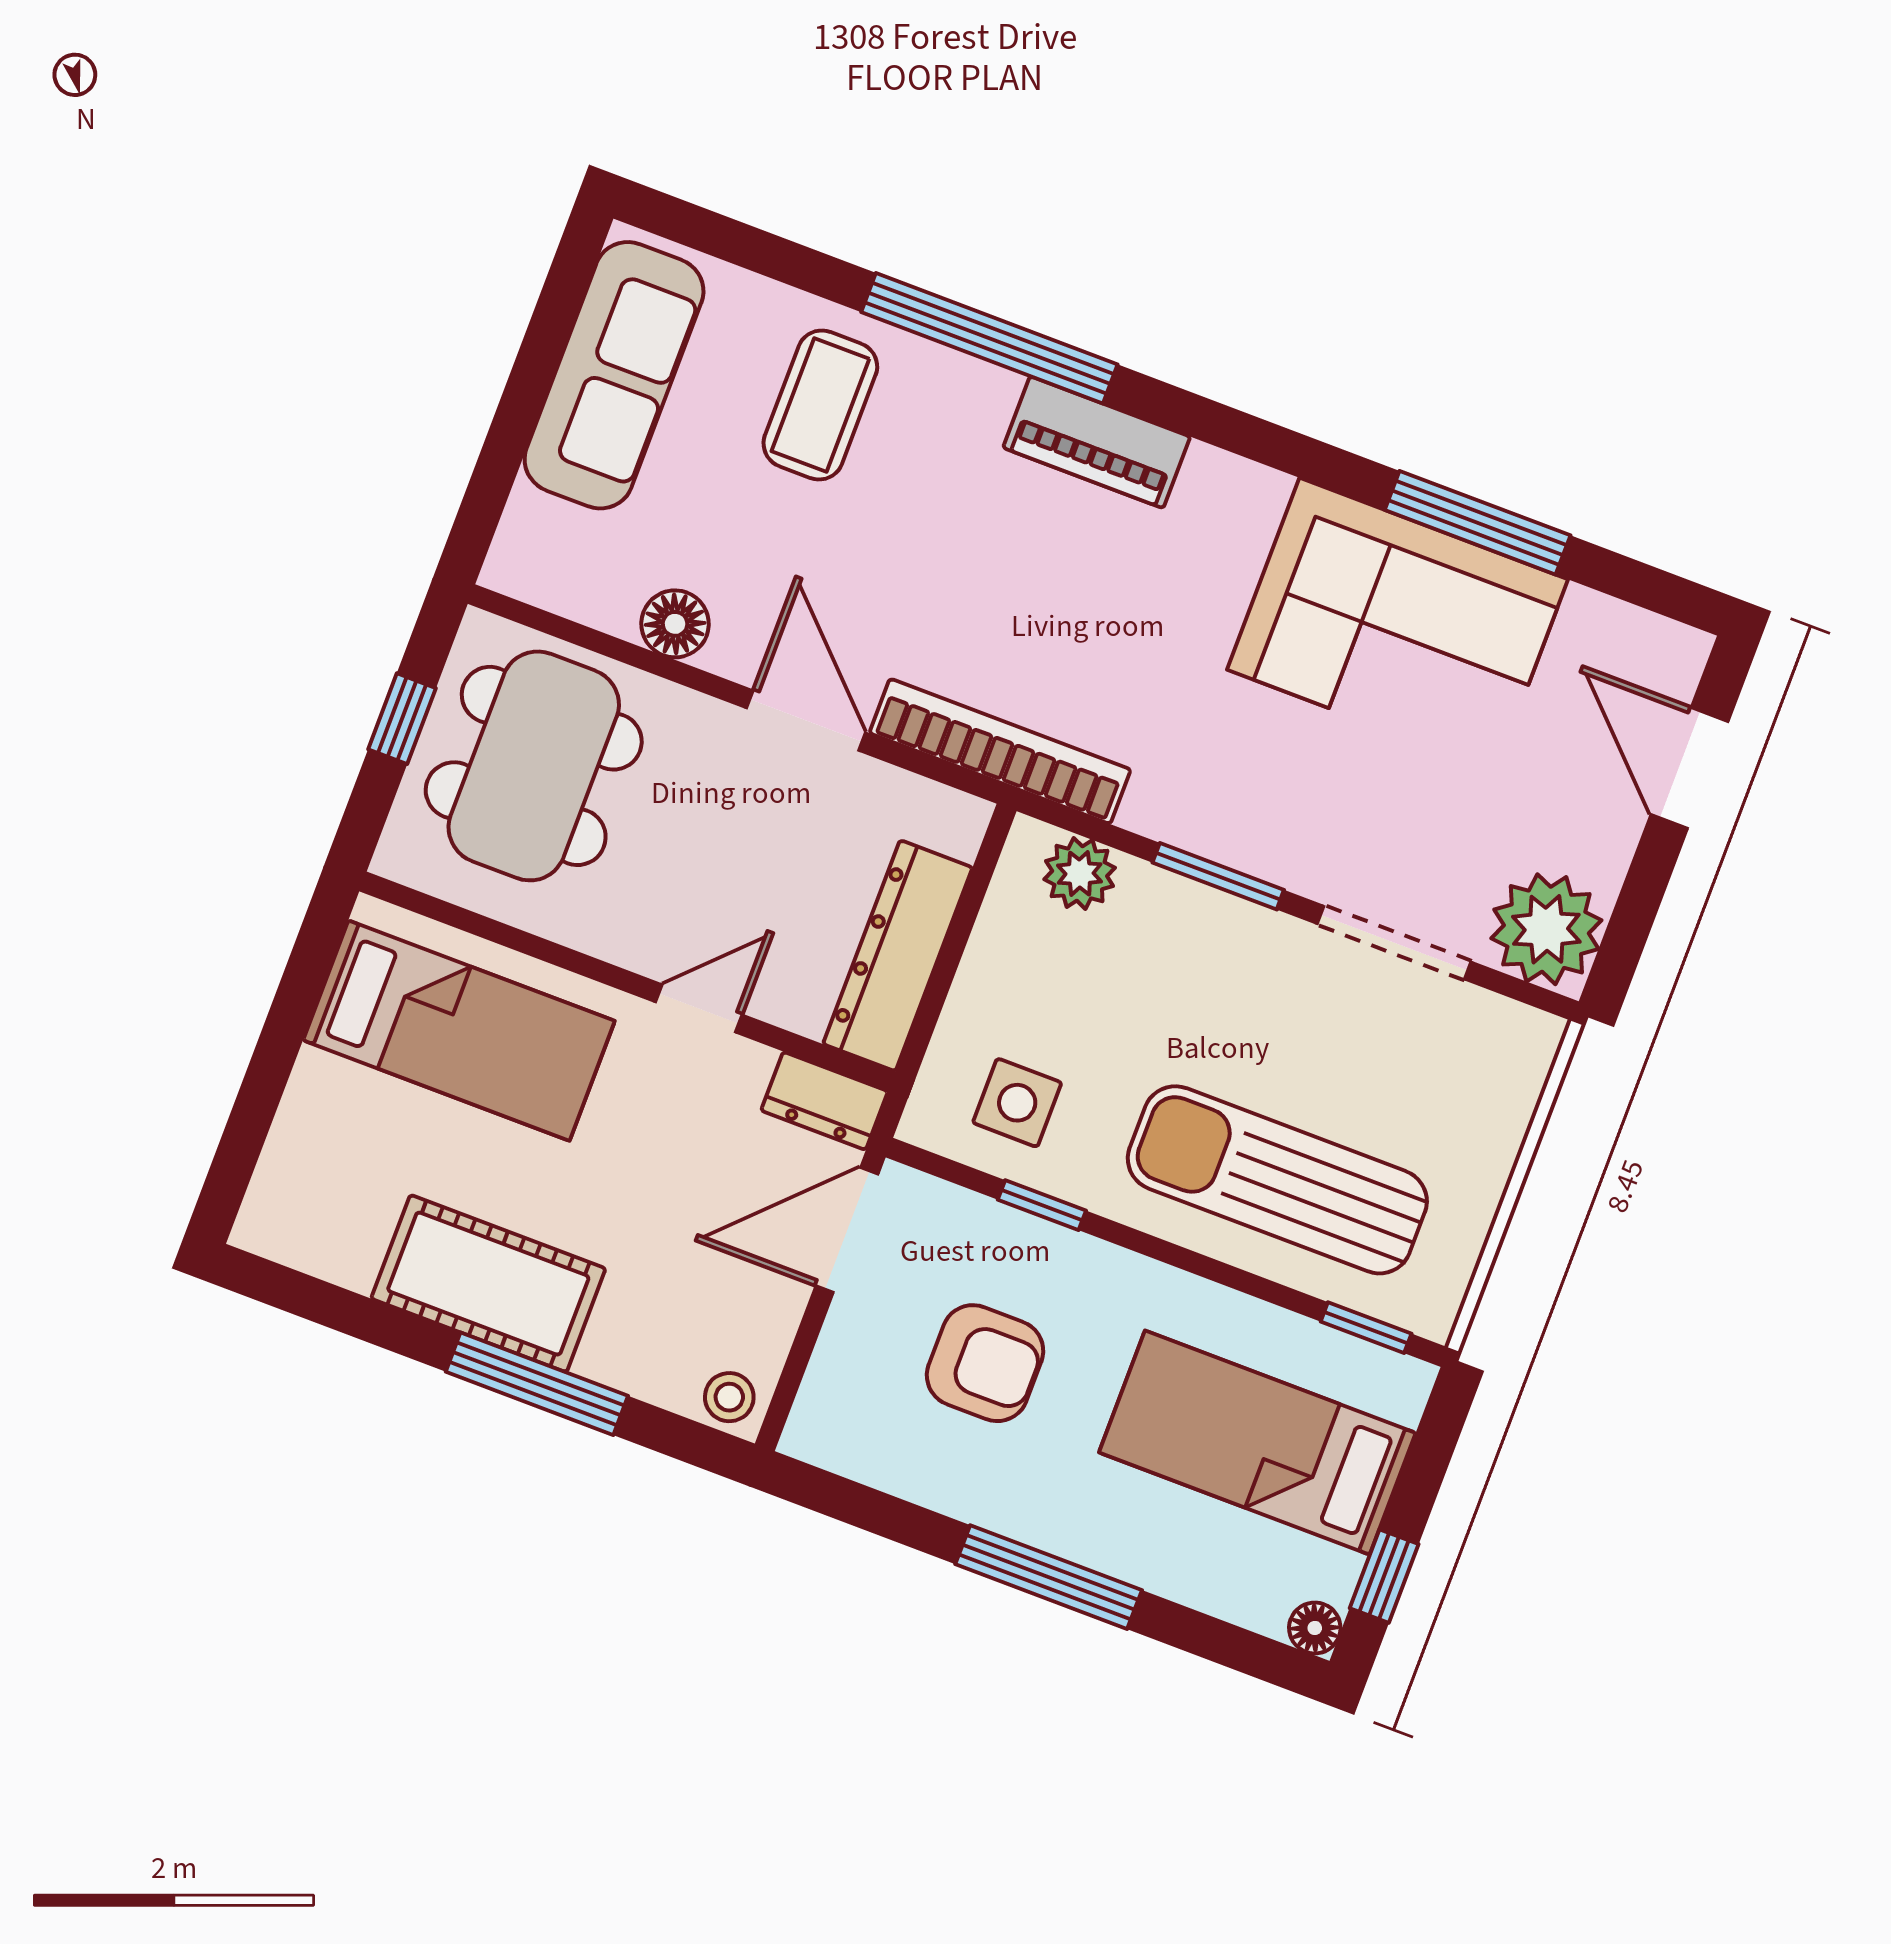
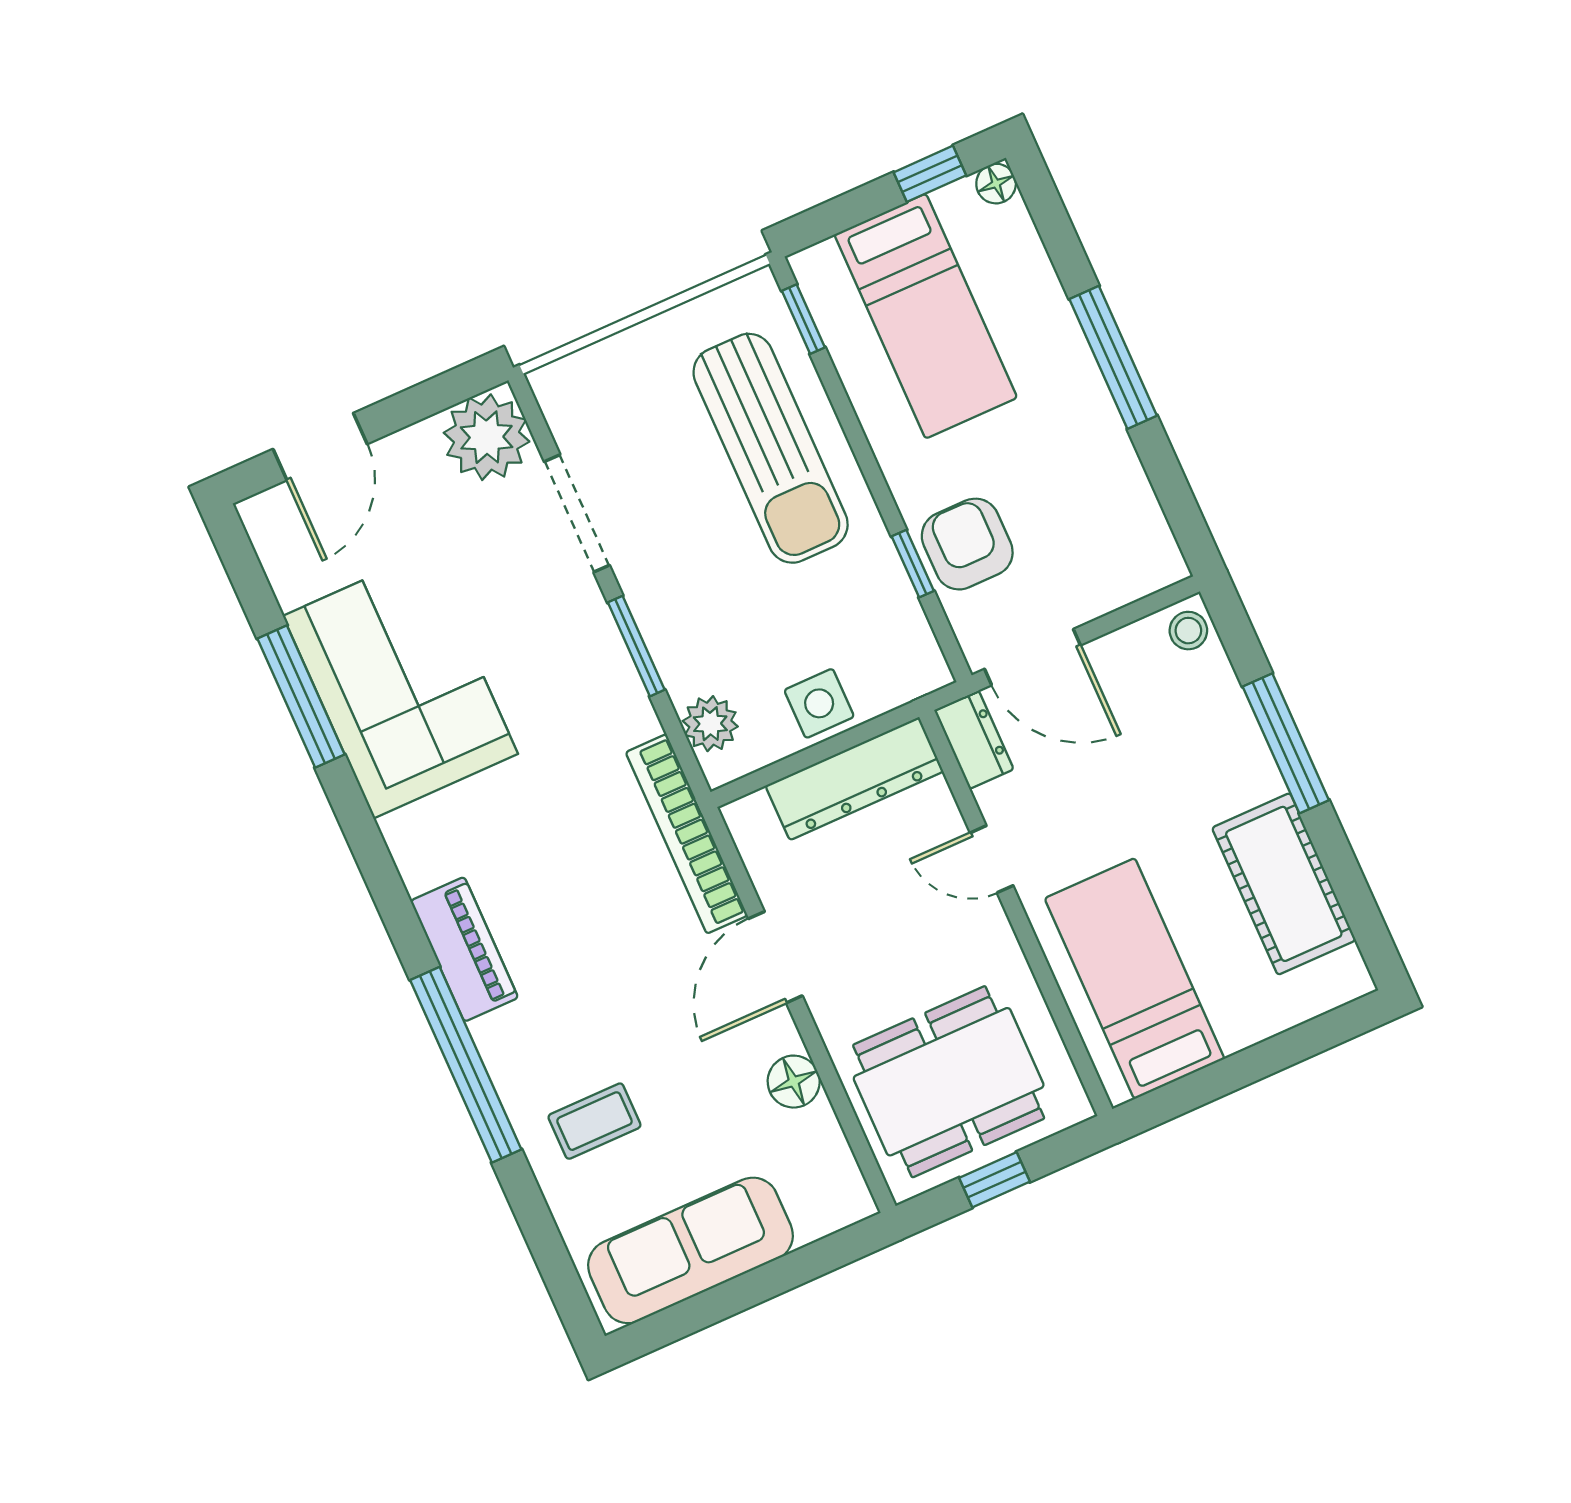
coffee table: (820, 405) -> (594, 1121), width x0.73, depth x0.77
side table: (1017, 1103) -> (819, 703), moved
cot: (488, 1284) -> (1284, 884), moved
armchair: (985, 1363) -> (967, 544), moved

